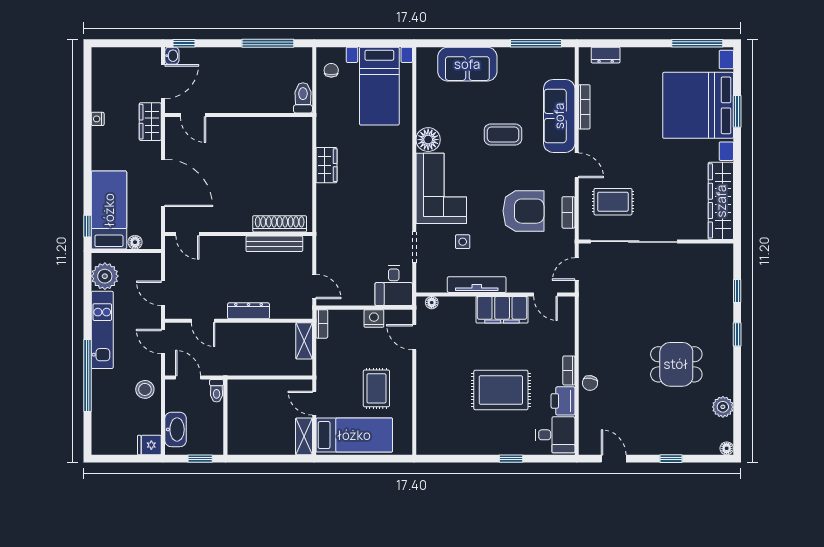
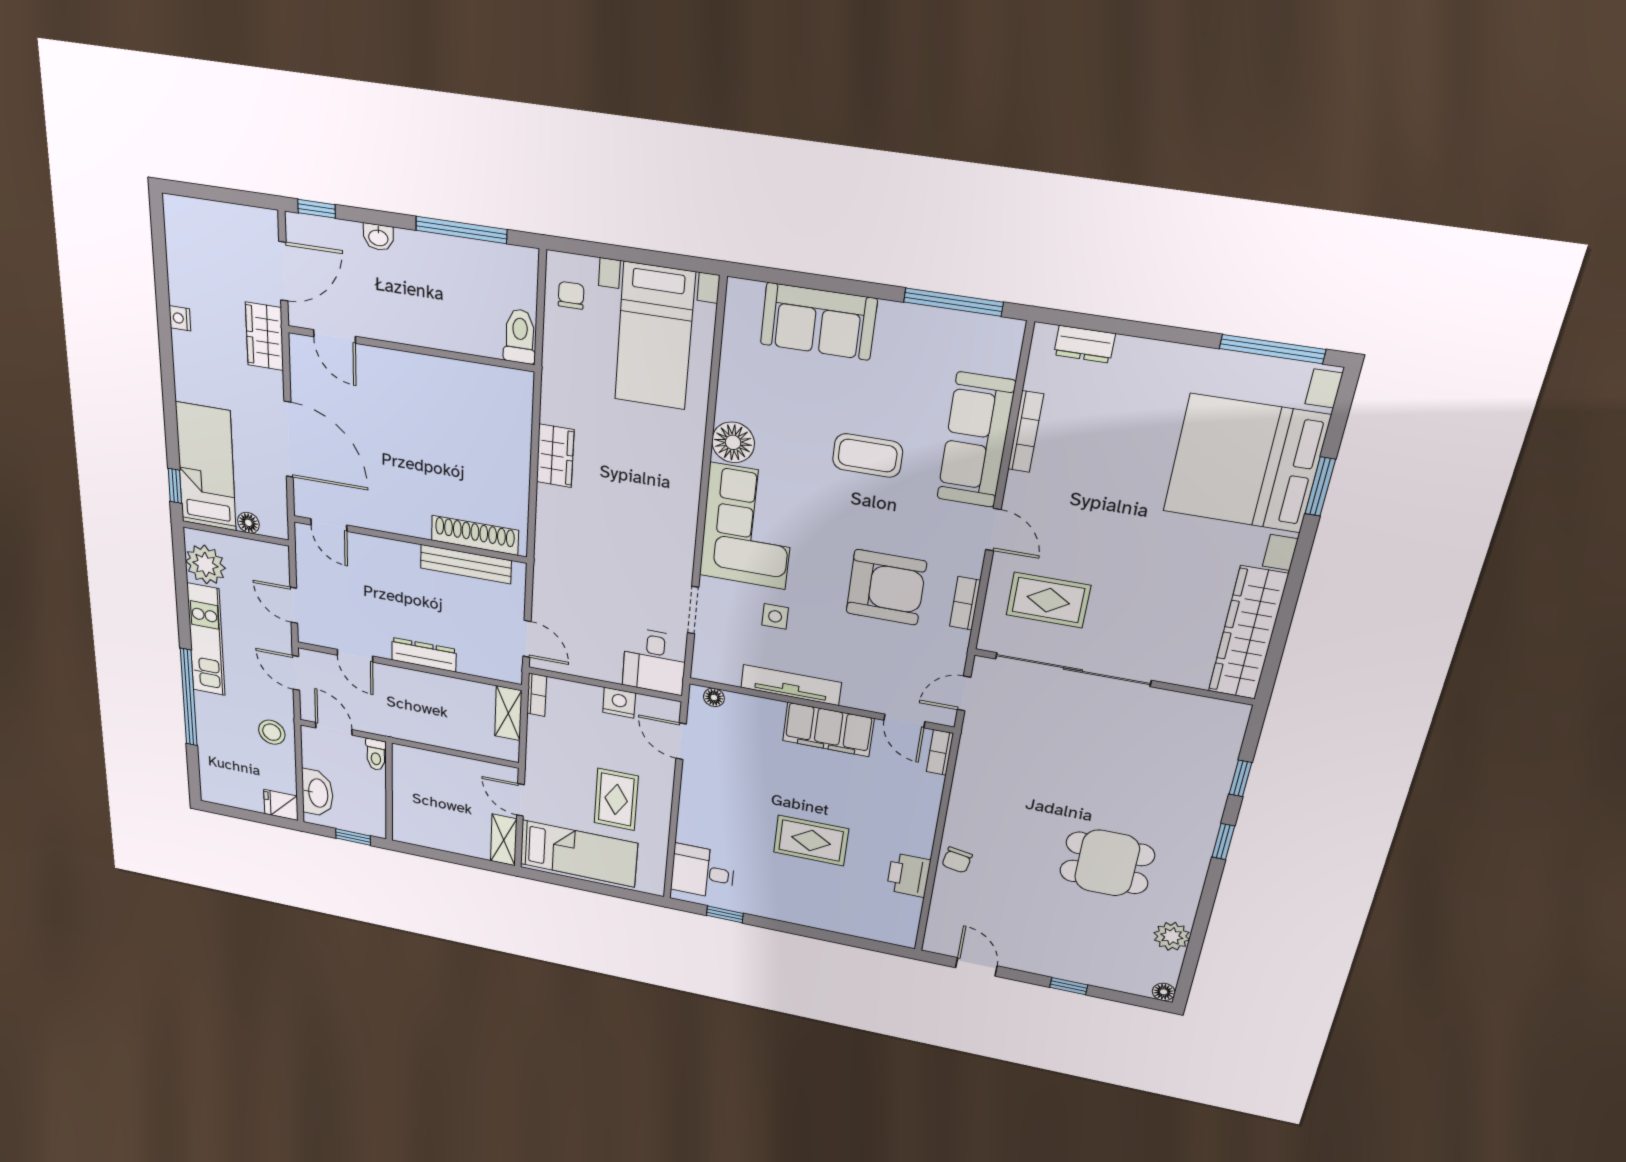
washbasin: (172, 56) -> (378, 237), moved, turned 90
bookcase: (569, 370) -> (940, 753), moved
rug: (501, 390) -> (811, 841), width x0.73, depth x0.70
desk: (555, 435) -> (703, 872), moved, turned 180
window: (511, 459) -> (725, 914), moved

